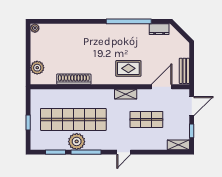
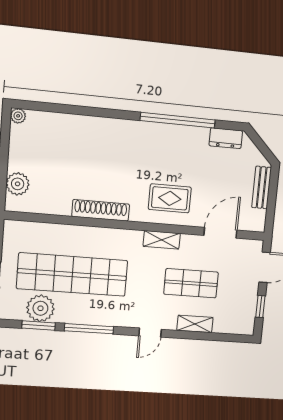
bench: (184, 71) -> (262, 187), moved
shoe rack: (74, 79) -> (101, 210), moved
plant: (77, 141) -> (40, 308), moved
shelving: (178, 145) -> (195, 324), moved

